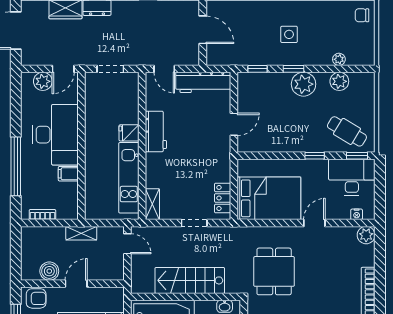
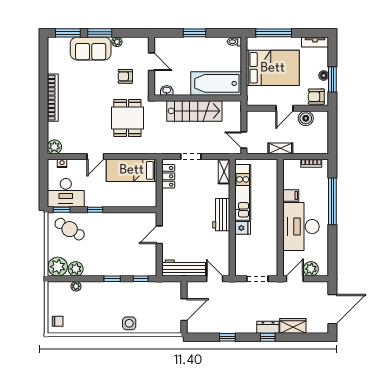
door: (203, 30) -> (184, 310), swing flipped
side table: (289, 34) -> (129, 323), moved
plant: (304, 84) -> (58, 267), moved
workbench: (156, 131) -> (221, 215), moved
bed: (269, 198) -> (132, 170), width x0.67

